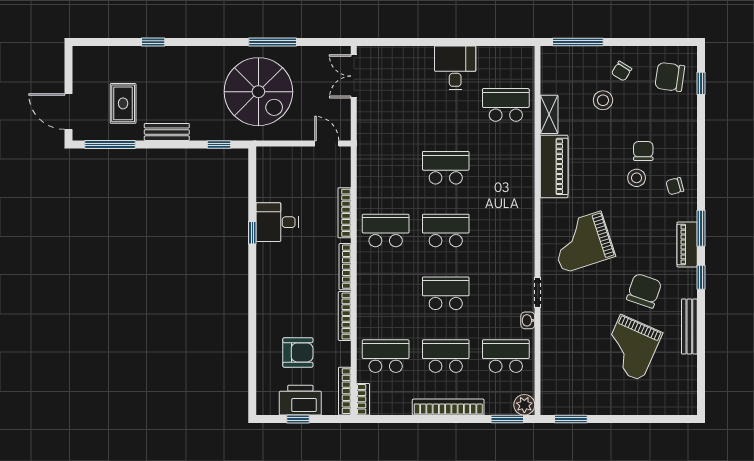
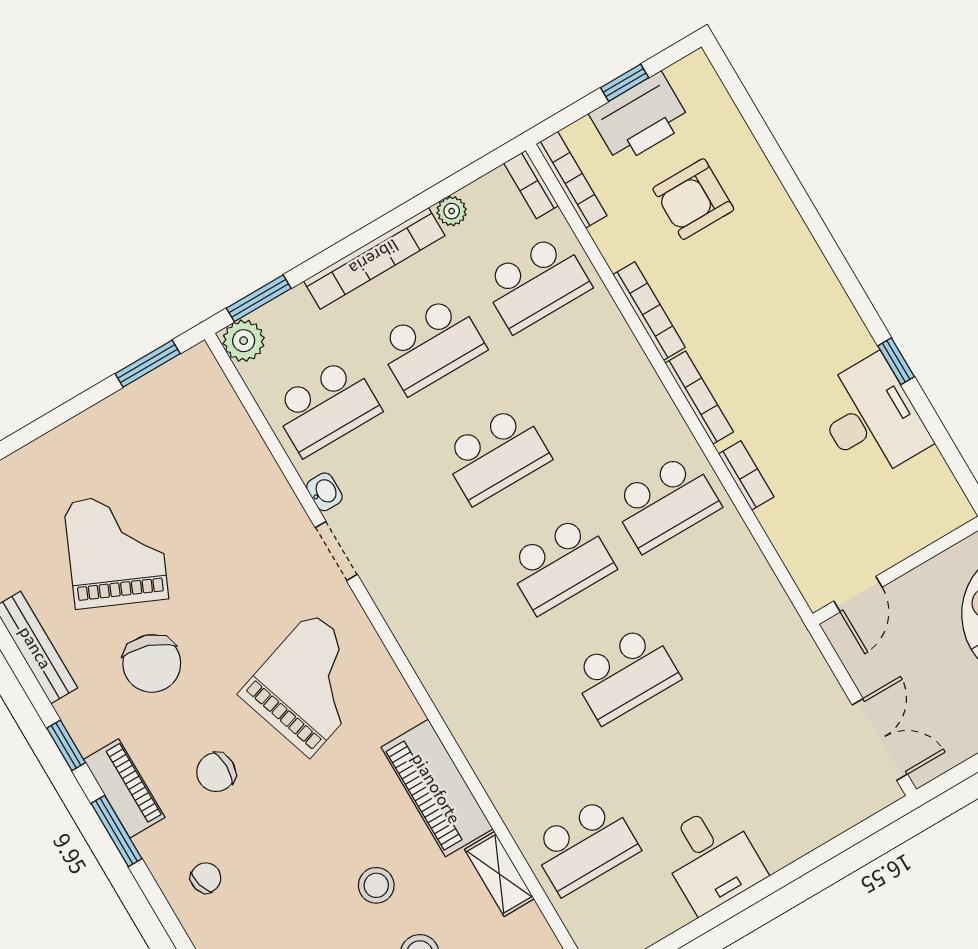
door: (327, 143) -> (858, 594), hinge flipped
chair: (643, 151) -> (216, 772), moved, turned 90
stool: (637, 178) -> (376, 885), moved
bookcase: (344, 213) -> (746, 475), width x0.64
desk: (277, 222) -> (871, 418), width x1.37
plant: (404, 408) -> (452, 211), added

